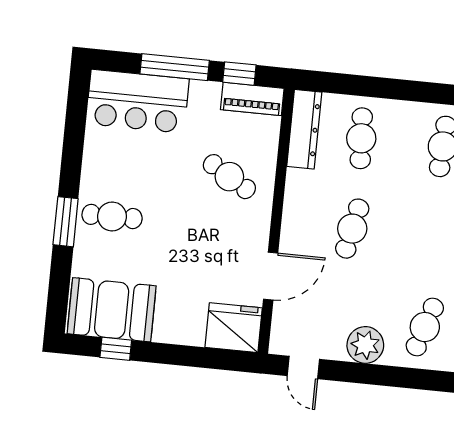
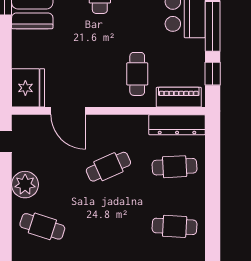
piano: (252, 99) -> (179, 97), moved, turned 90
cafe table: (229, 177) -> (137, 74), turned -31
cafe table: (352, 229) -> (108, 167), turned -36

